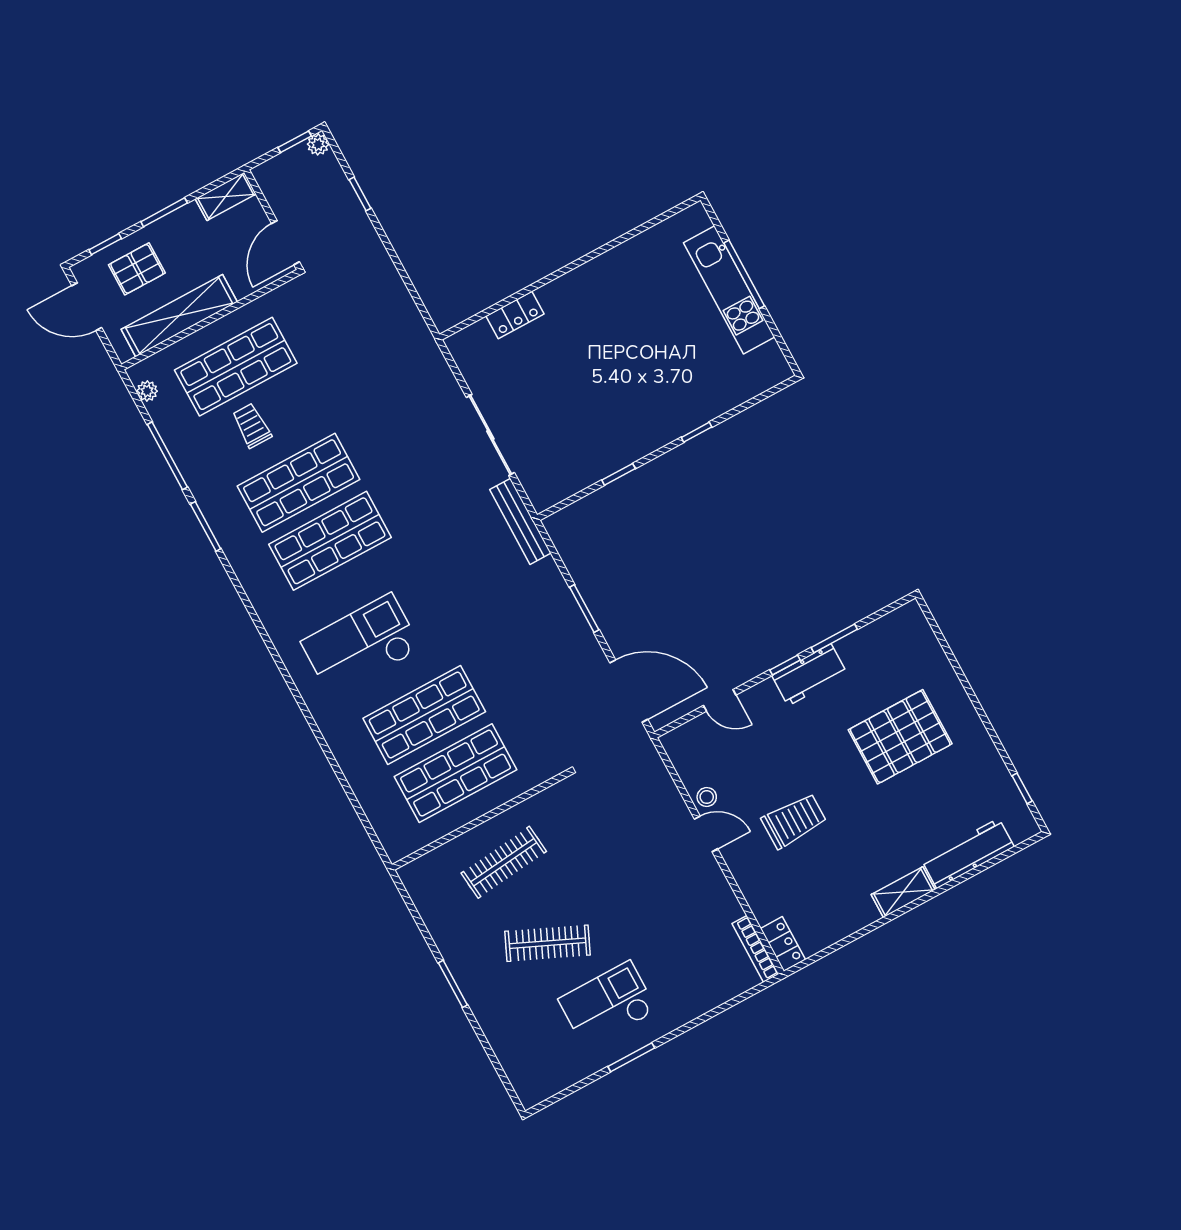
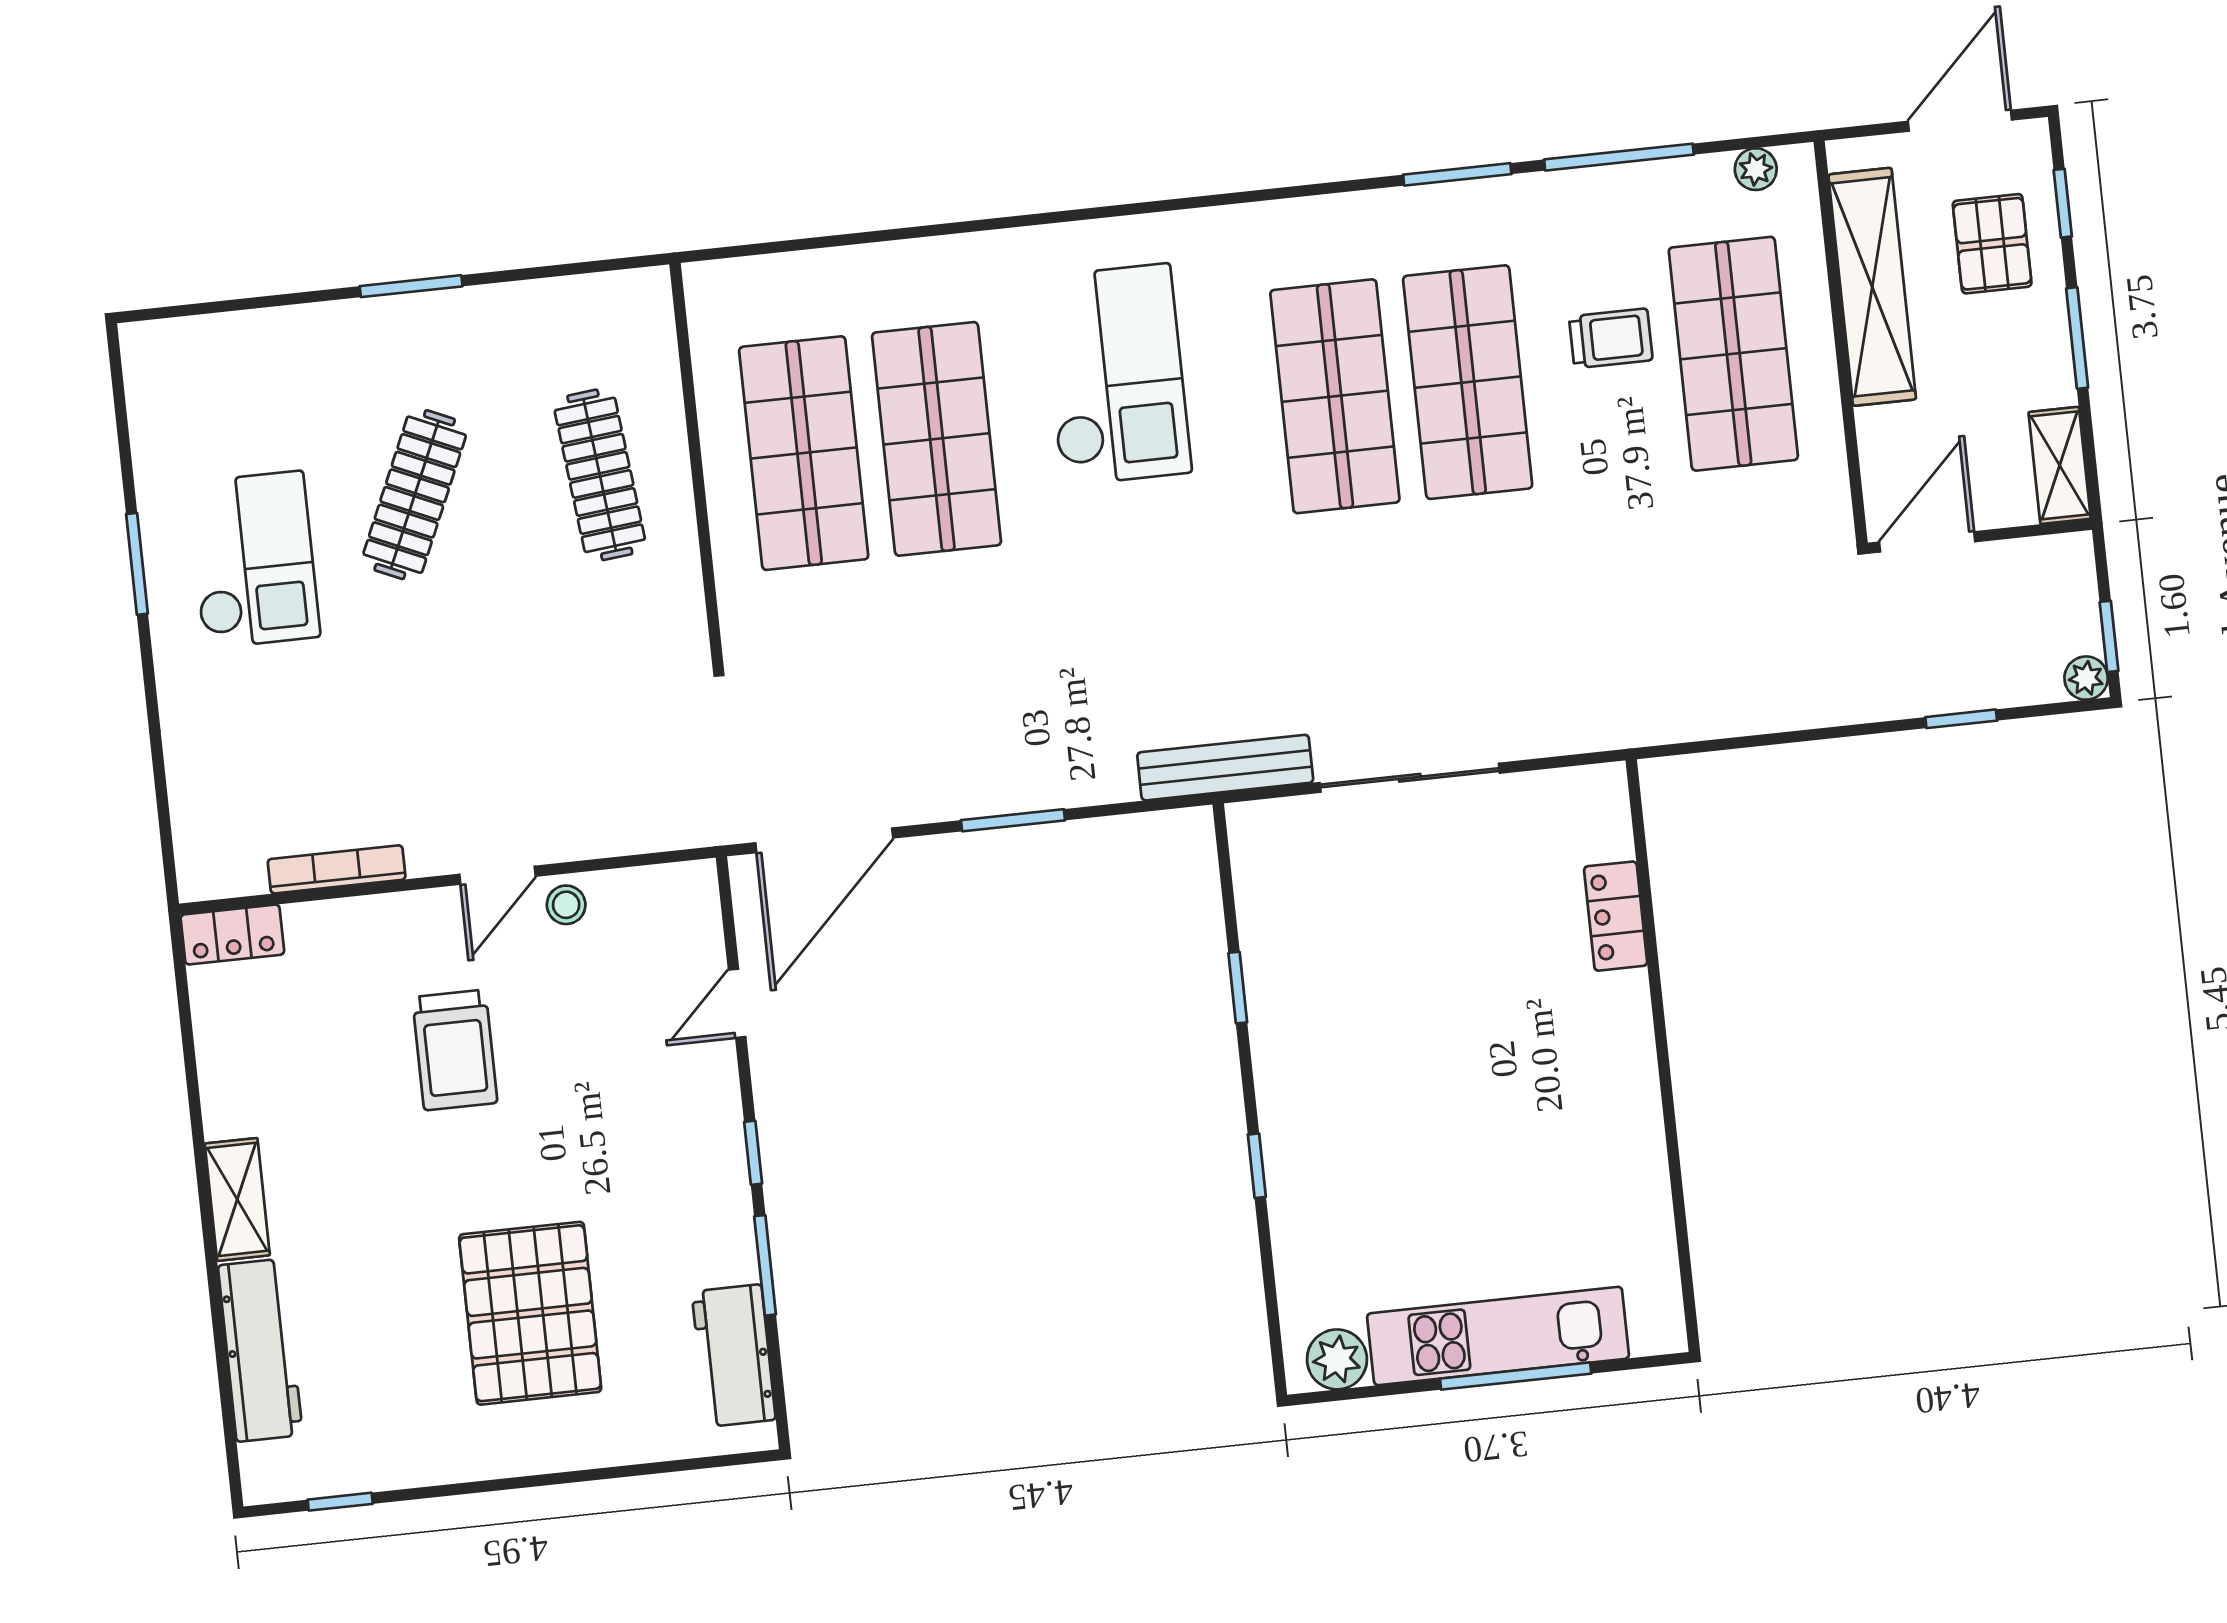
door: (285, 243) -> (1927, 542), hinge flipped
plant: (770, 359) -> (1337, 1359), added
workbench: (809, 675) -> (734, 1356), moved
bookcase: (755, 949) -> (337, 869), moved

